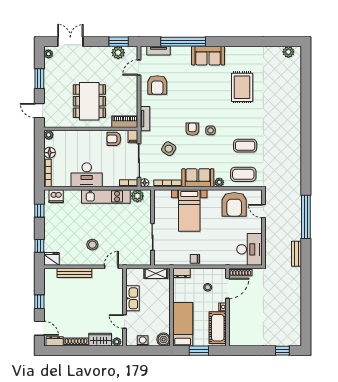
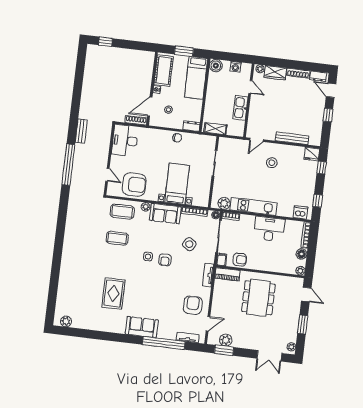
armchair: (234, 204) -> (134, 185), turned 90

